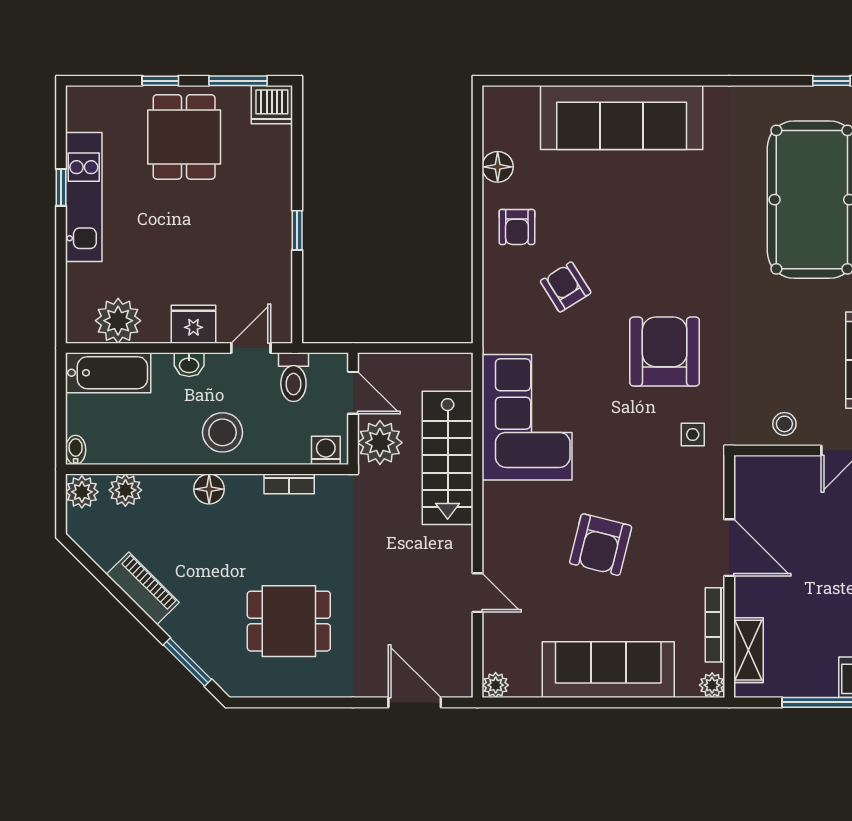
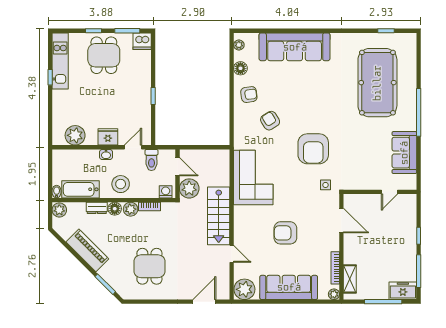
plant: (494, 113) -> (239, 45), added
kitchen unit: (84, 197) -> (60, 61), moved
armchair: (517, 227) -> (249, 95), turned -98
armchair: (665, 352) -> (313, 149), turned 180
bathtub: (108, 373) -> (81, 189), moved, turned 180
stool: (784, 424) -> (365, 180), removed
stairs: (448, 458) -> (219, 216), moved
dresser: (168, 487) -> (97, 208), added
plant: (125, 490) -> (131, 209), moved
armchair: (601, 545) -> (285, 233), turned 76
door: (729, 548) -> (341, 221), moved
piano: (143, 588) -> (87, 250), width x1.37, depth x1.33
dining table: (289, 621) -> (149, 266), turned 90
plant: (496, 685) -> (244, 289), width x1.88, depth x1.88
door: (415, 702) -> (204, 302), hinge flipped

